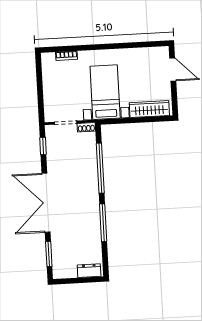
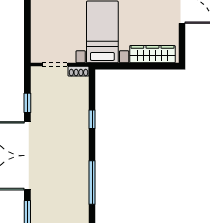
window: (43, 146) -> (27, 103), moved
window: (100, 168) -> (92, 119), width x0.32

